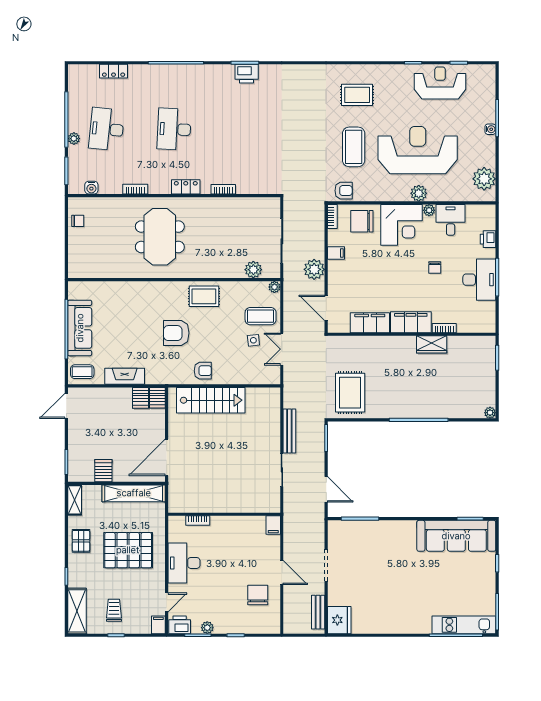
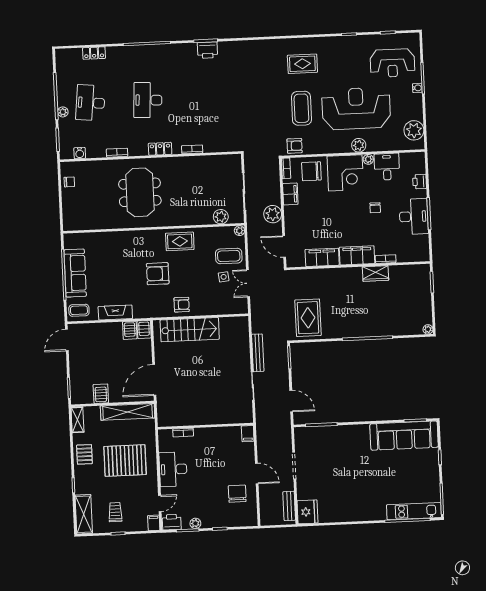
reception desk: (440, 83) -> (392, 63), moved, turned 180
filing cabinet: (336, 253) -> (290, 194), width x2.00

